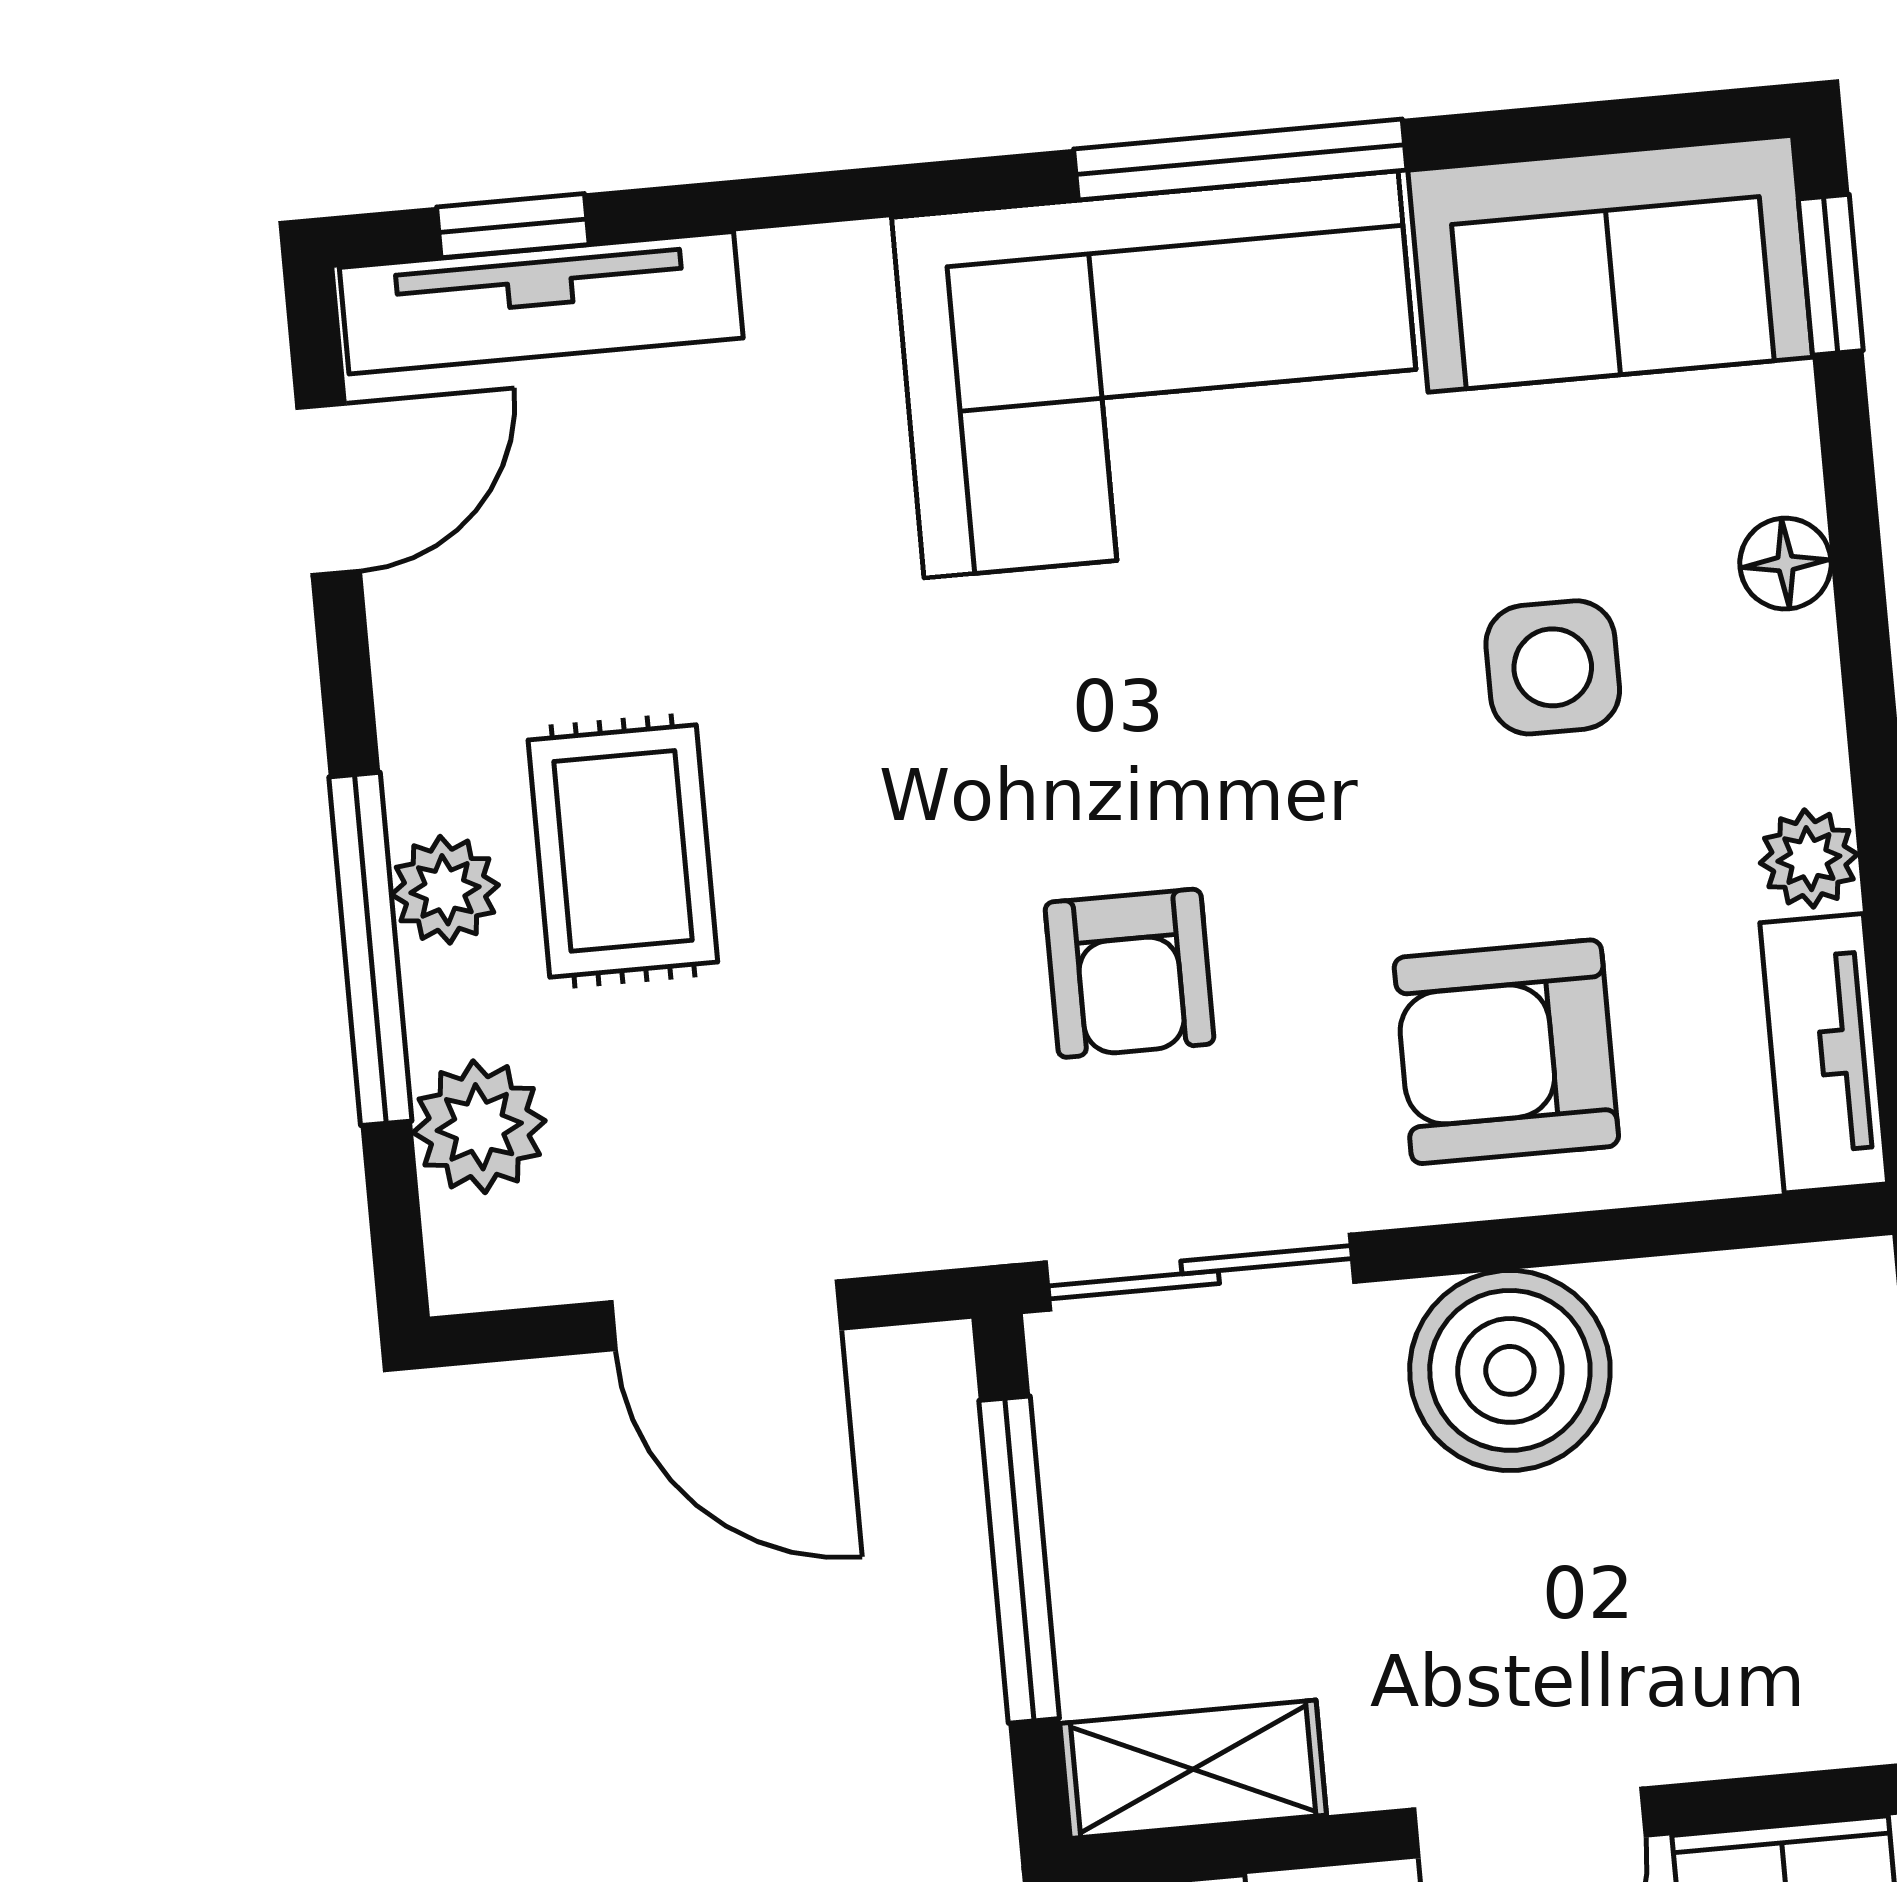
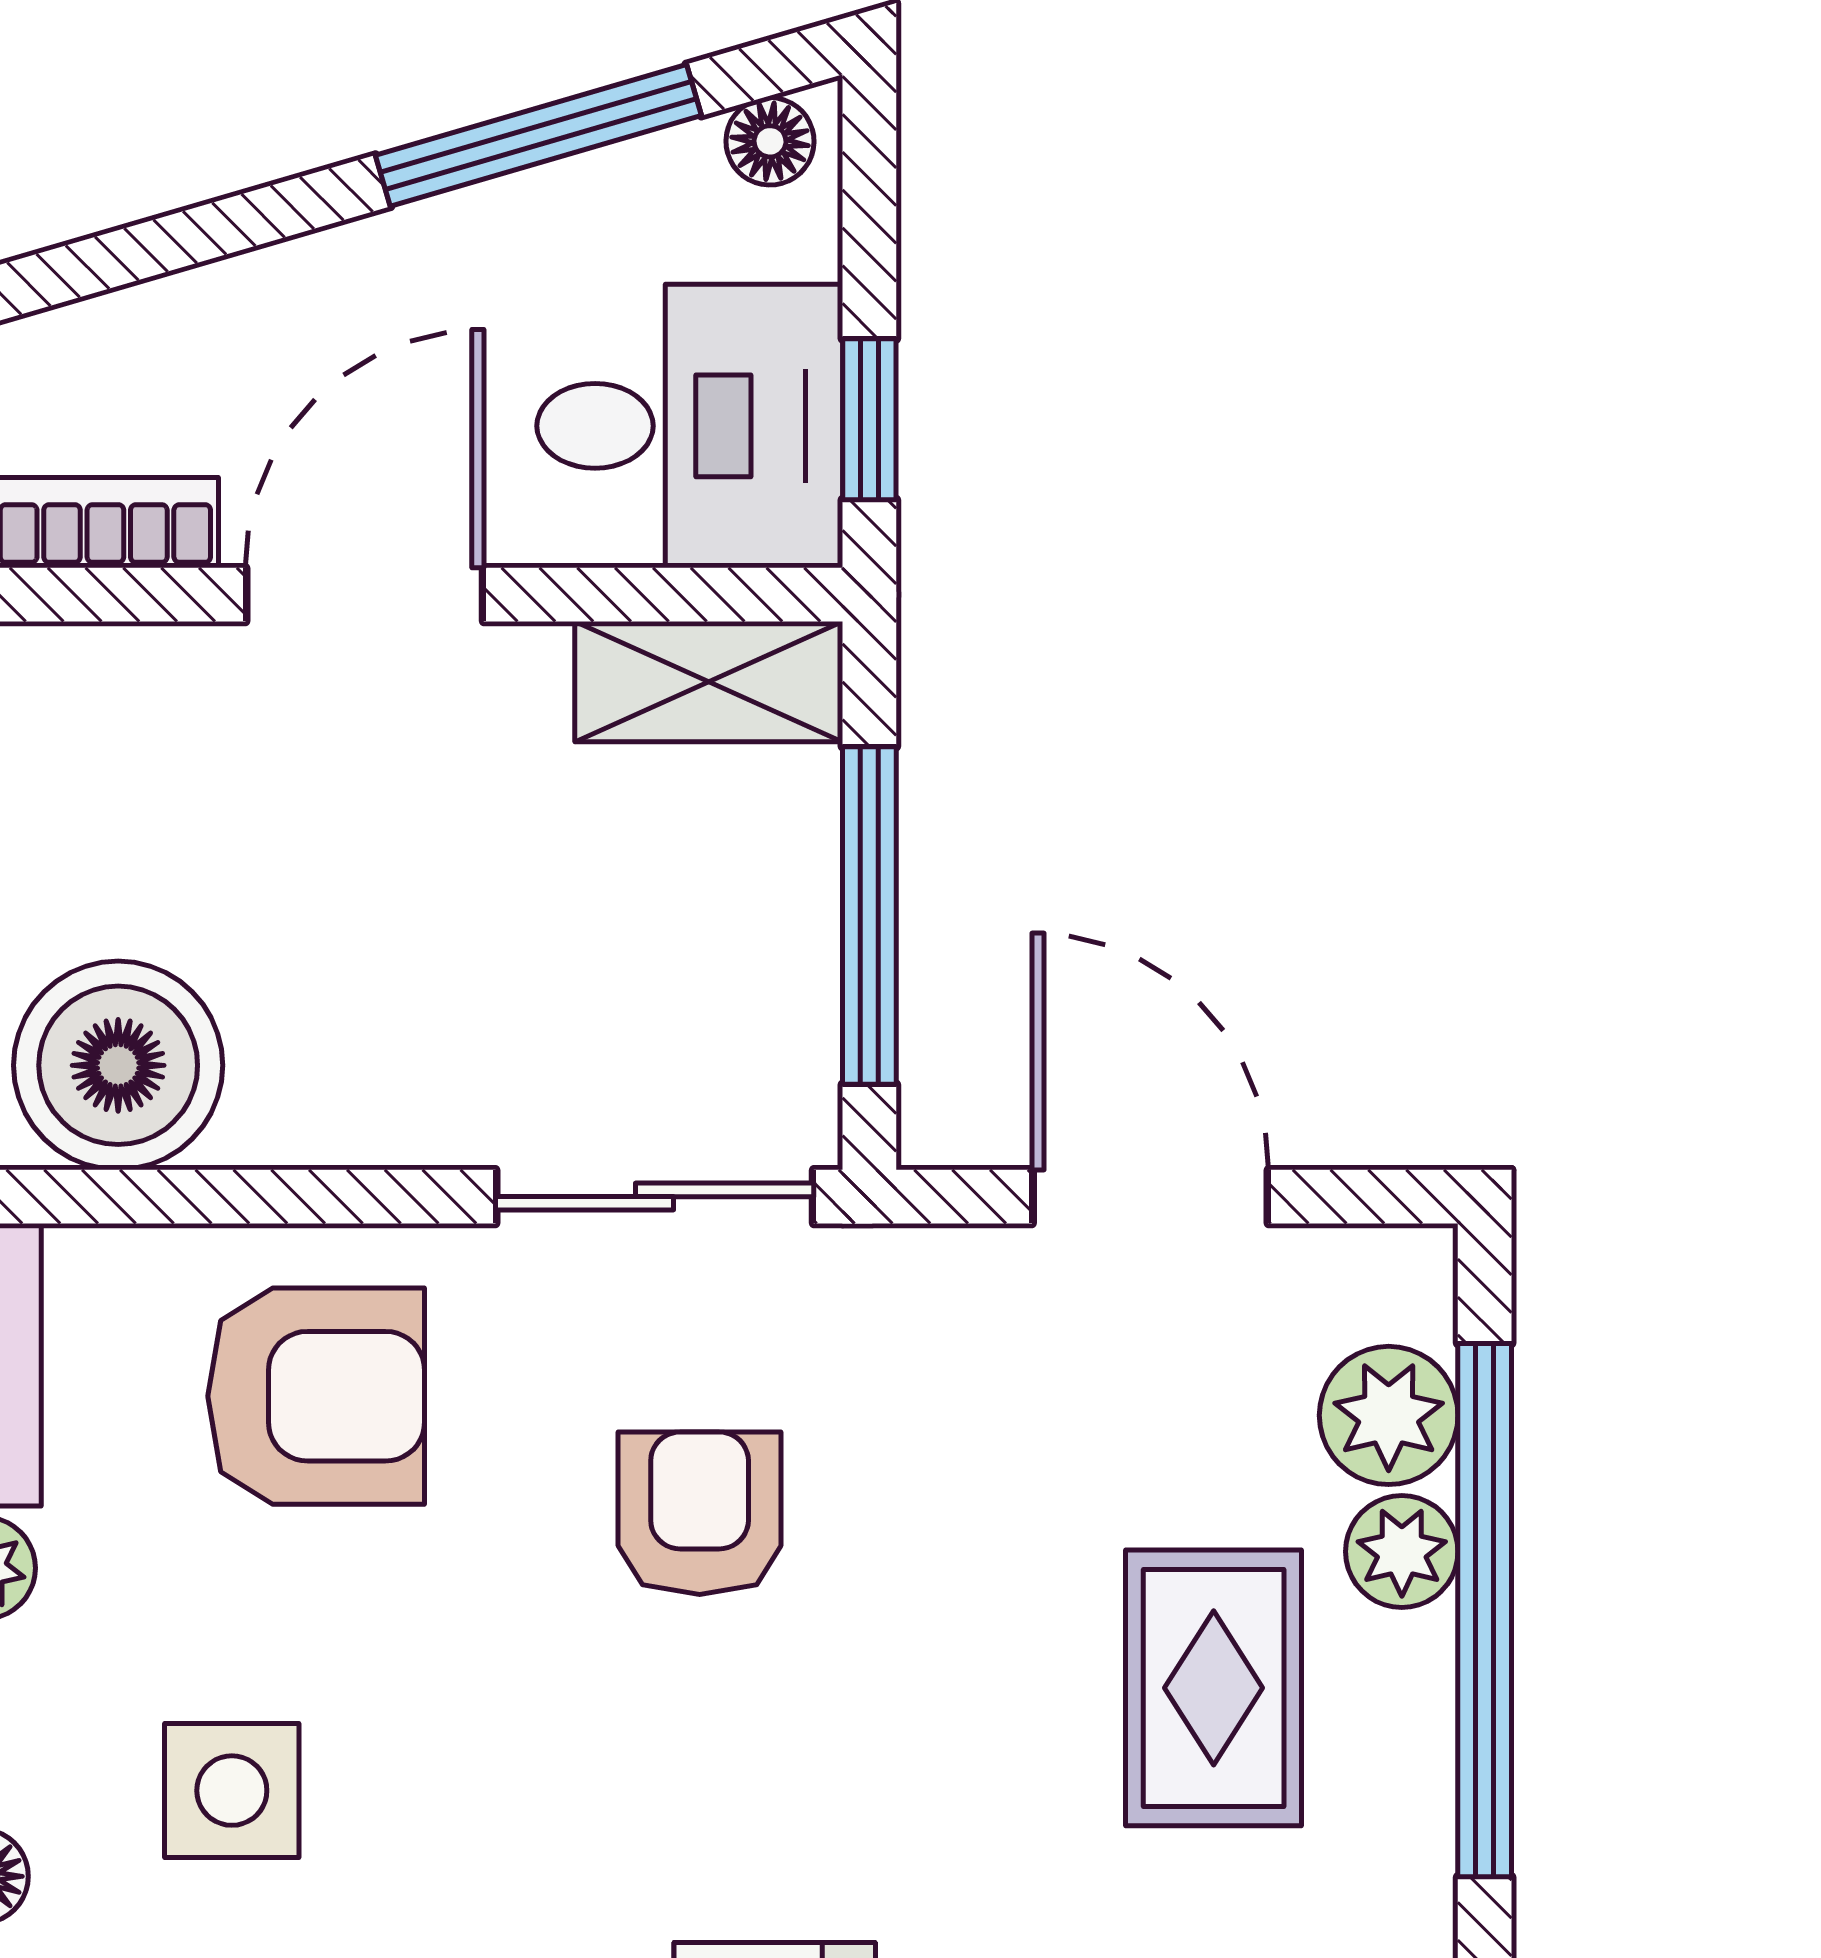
plant: (445, 890) -> (1402, 1552), moved
window: (370, 949) -> (1485, 1610), width x1.46
boiler: (1510, 1370) -> (118, 1065), moved

